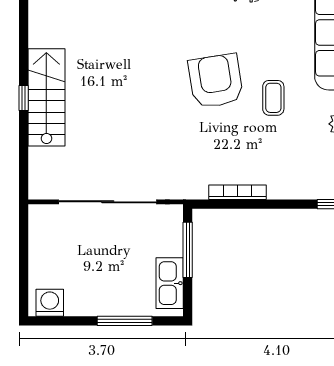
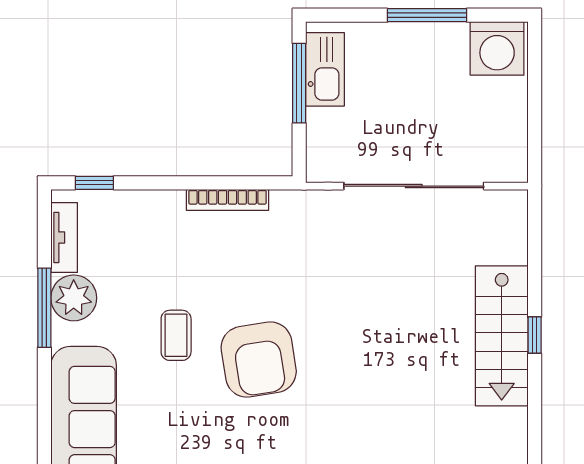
window: (188, 250) -> (299, 83), moved
washing machine: (50, 303) -> (497, 48), width x1.37, depth x1.37
window: (125, 321) -> (427, 15), moved

